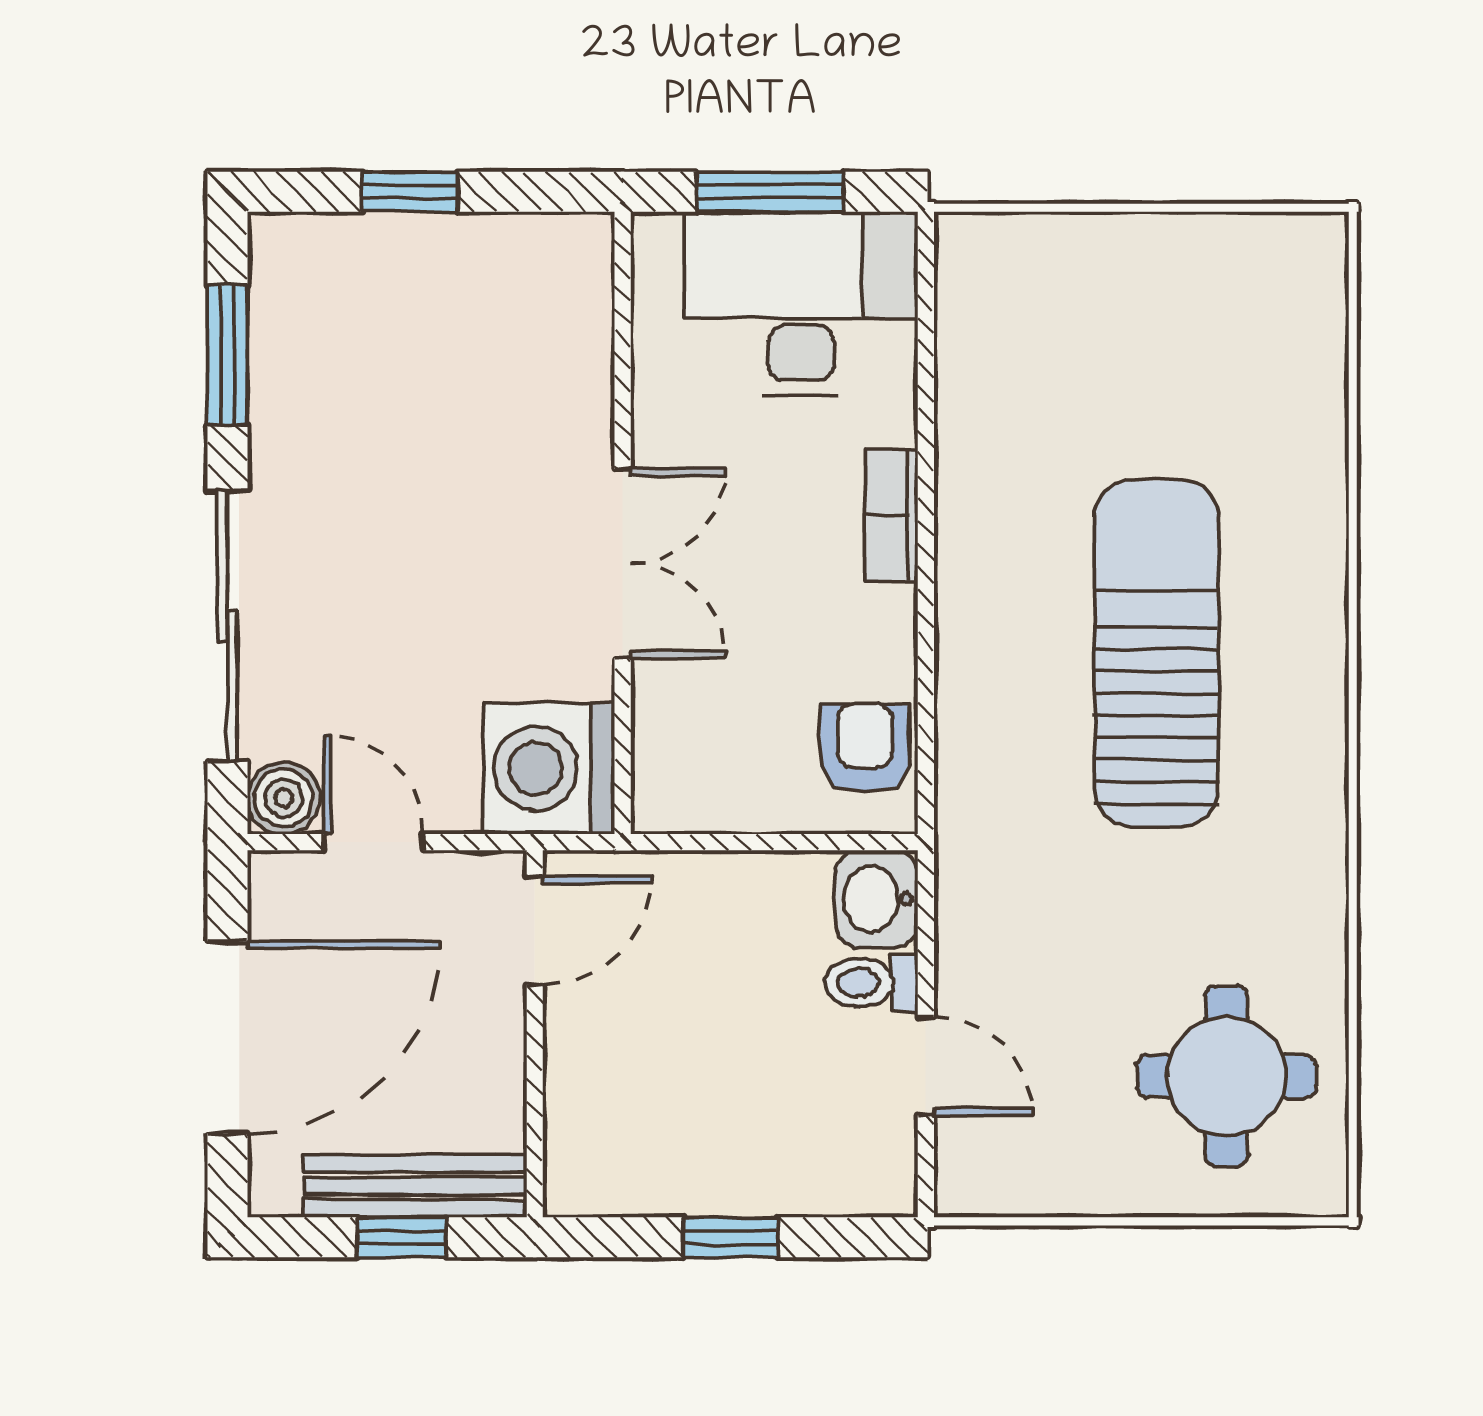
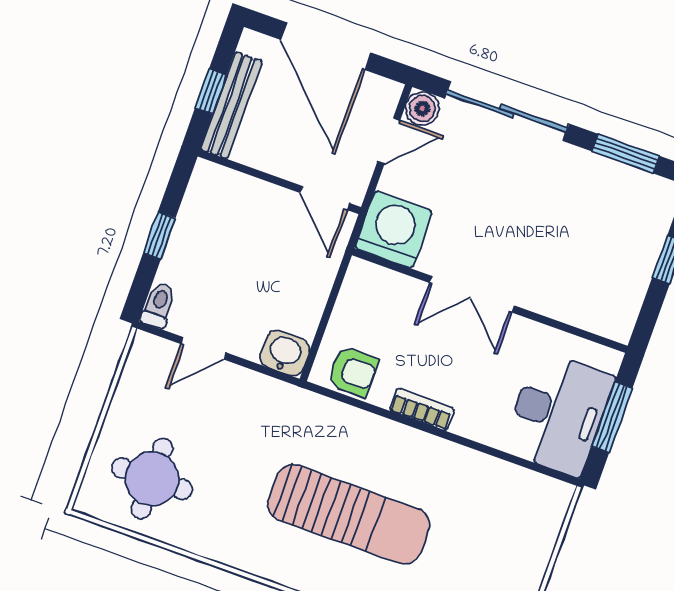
bookcase: (892, 515) -> (422, 409), moved
toilet: (871, 983) -> (158, 305), moved

